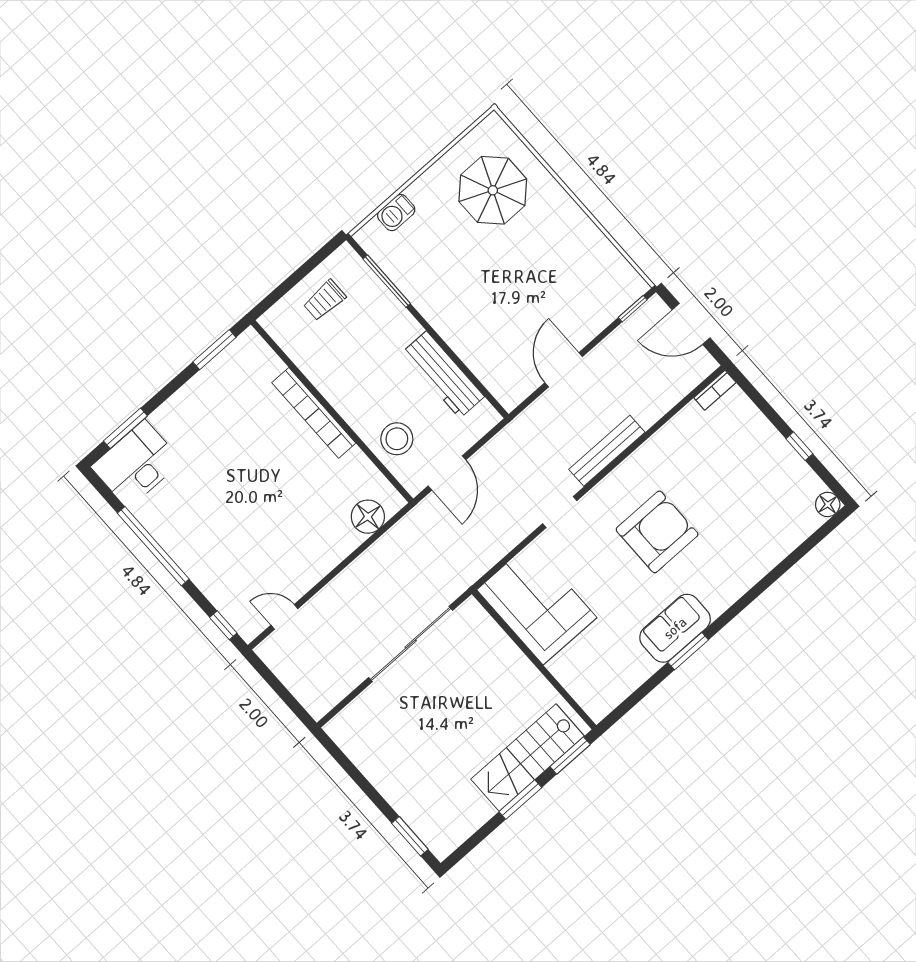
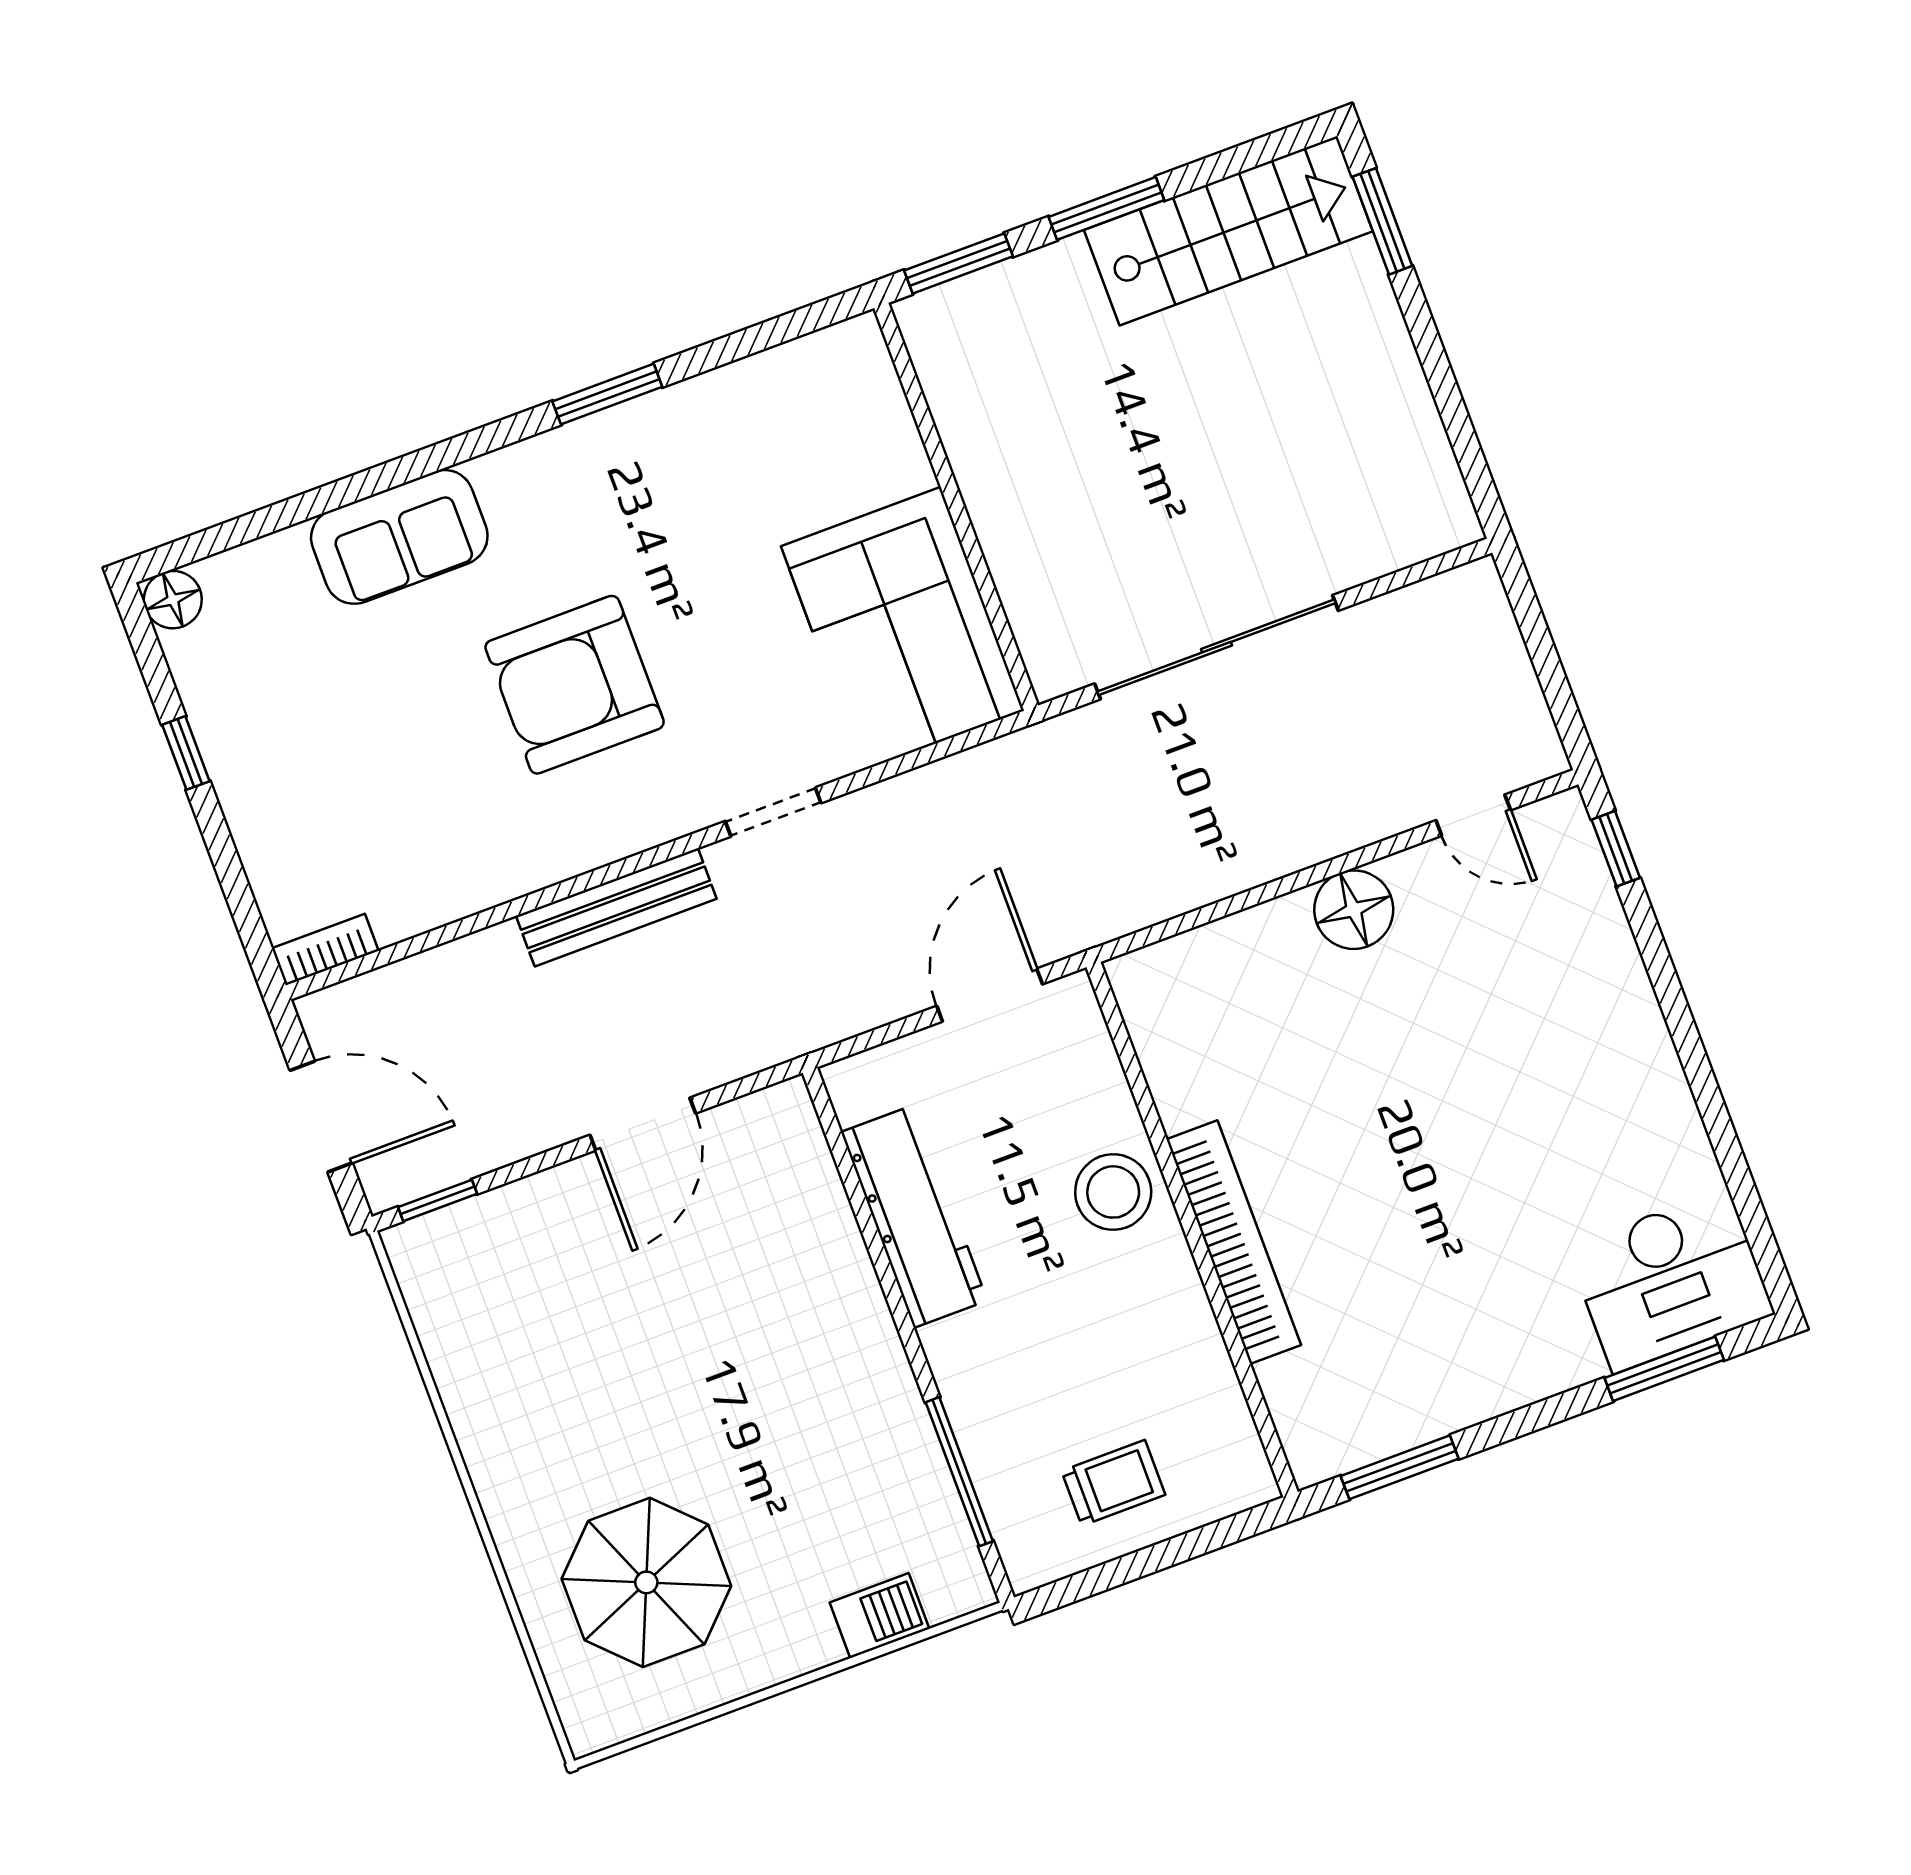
stool: (397, 439) -> (1113, 1192), moved
floor lamp: (368, 517) -> (1354, 910), moved
window: (153, 546) -> (1703, 1084), removed
sofa: (675, 628) -> (399, 537), moved
stairs: (528, 758) -> (1228, 231), moved

